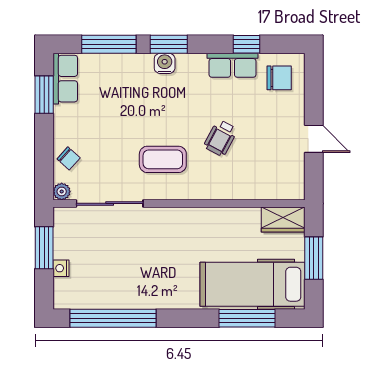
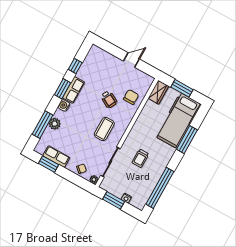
window: (169, 44) -> (63, 89), moved
plant: (122, 65) -> (55, 124), added
row of seats: (233, 65) -> (74, 90), moved
chair: (279, 78) -> (131, 97), moved
row of seats: (65, 79) -> (56, 157), moved
trolley: (146, 254) -> (140, 158), added
window: (247, 318) -> (187, 140), moved

